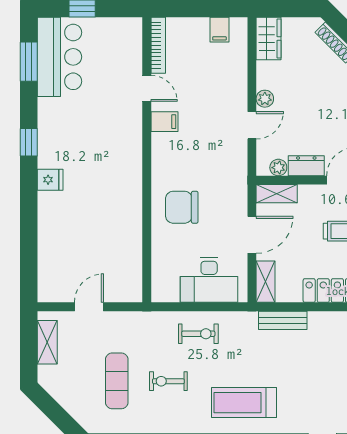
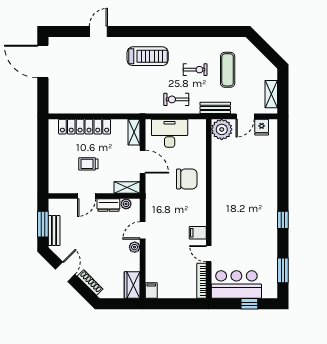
filing cabinet: (219, 30) -> (151, 291), moved
bar counter: (59, 57) -> (236, 285), moved, turned 90
fridge: (50, 180) -> (262, 127), moved, turned -90
door: (252, 235) -> (143, 162), swing flipped
plant: (126, 286) -> (222, 129), added
bench: (283, 320) -> (215, 108), moved

